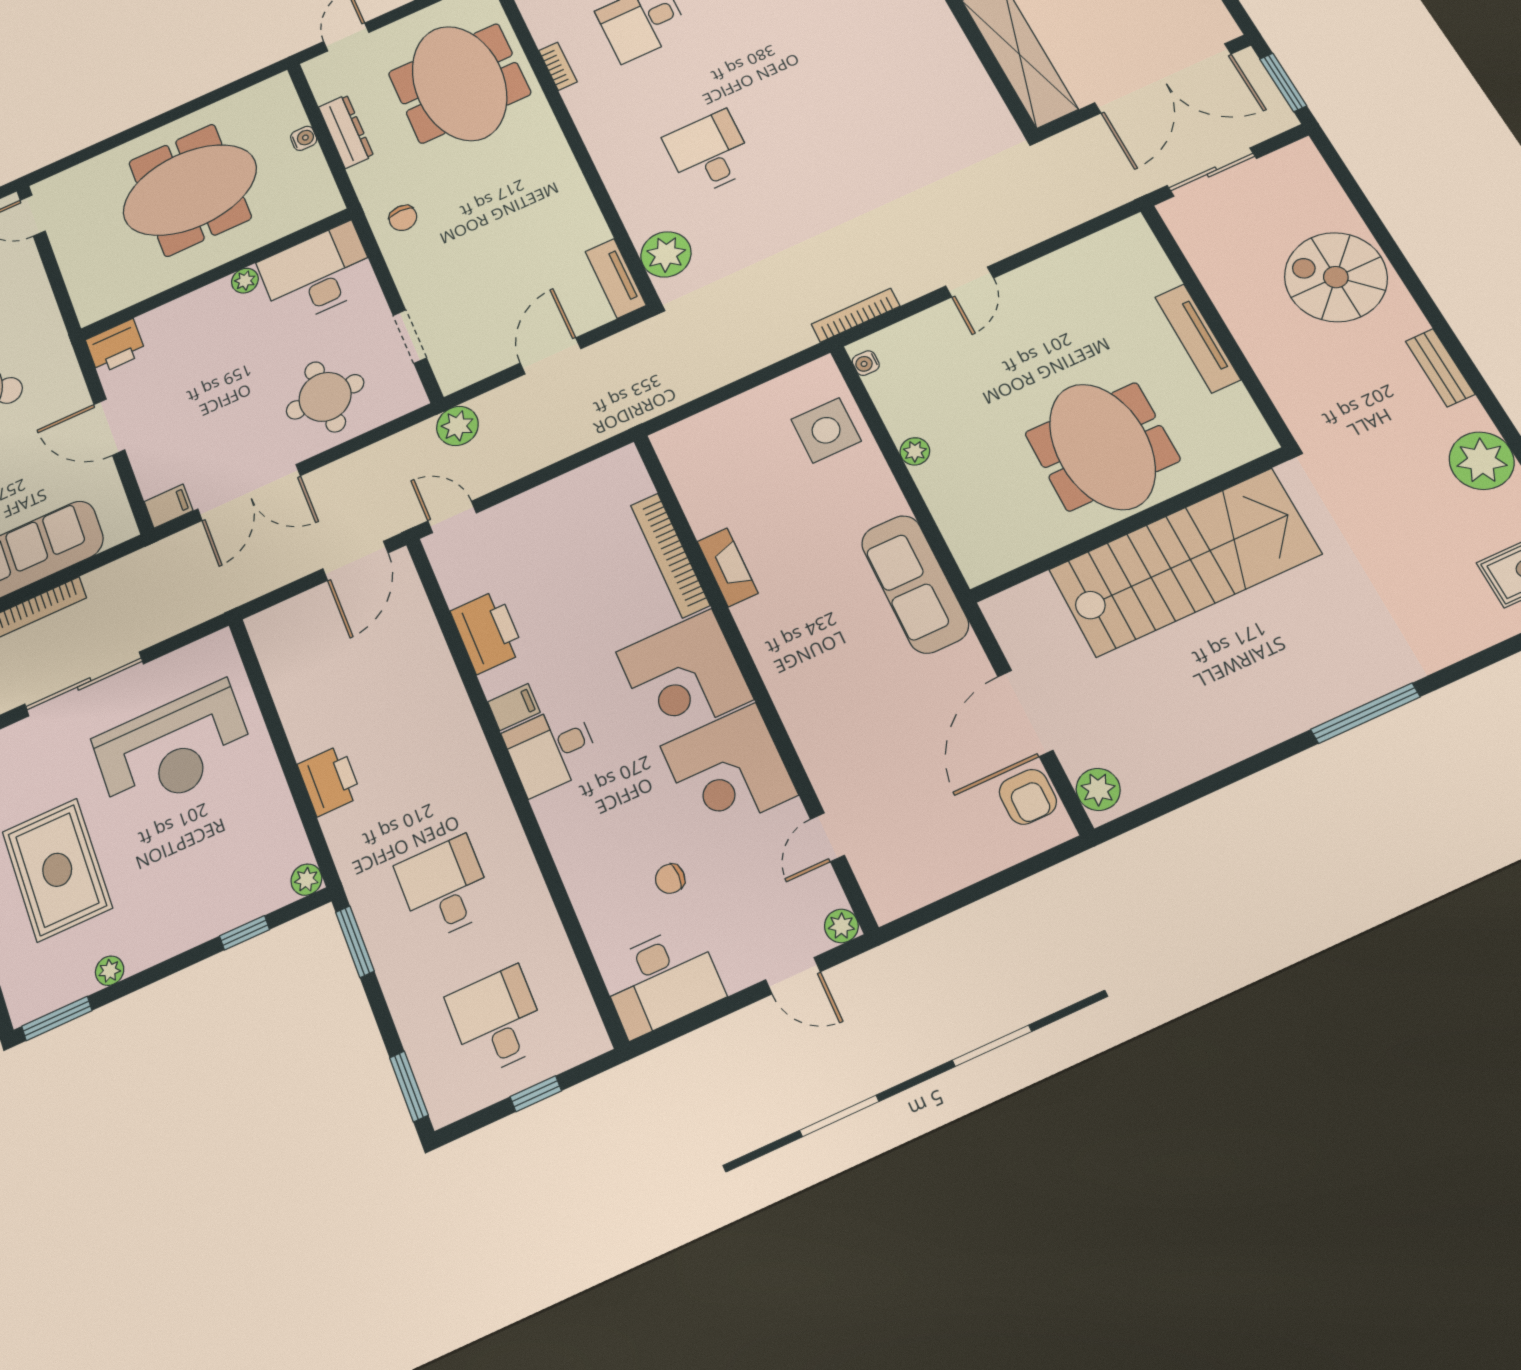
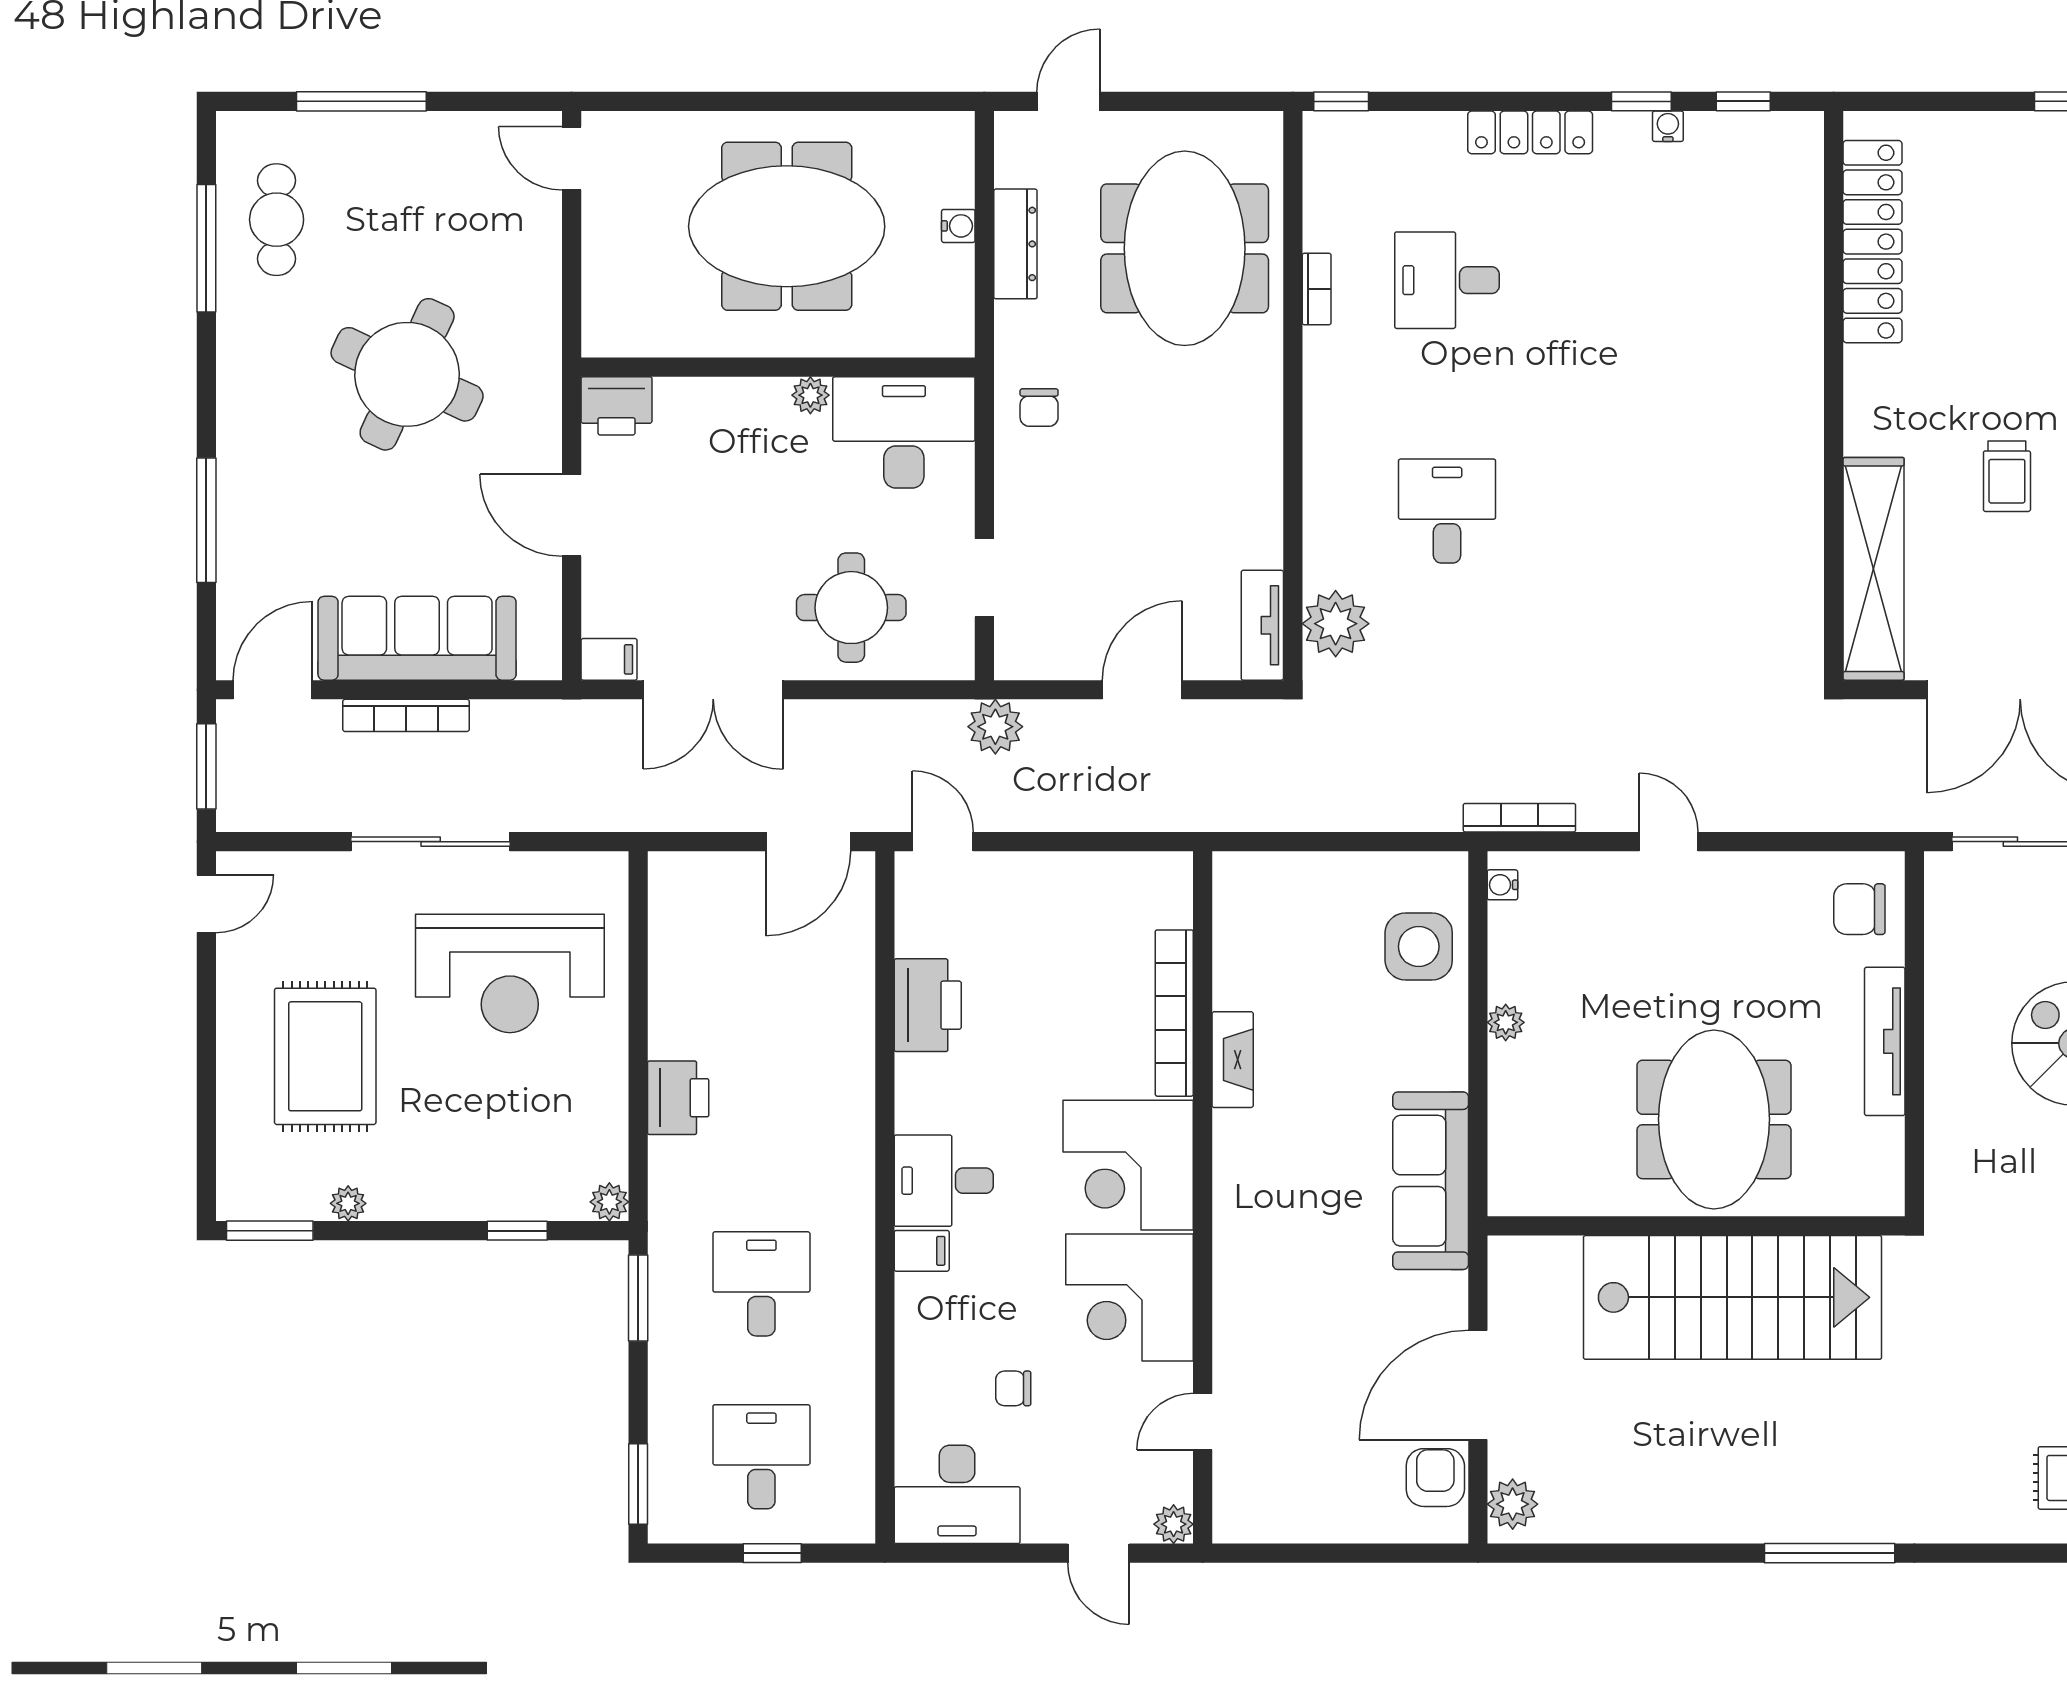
chair: (1130, 262) -> (1859, 909), added
door: (970, 282) -> (1669, 842), swing flipped
filing cabinet: (514, 707) -> (922, 1251), moved
armchair: (1028, 797) -> (1435, 1478), turned 180

